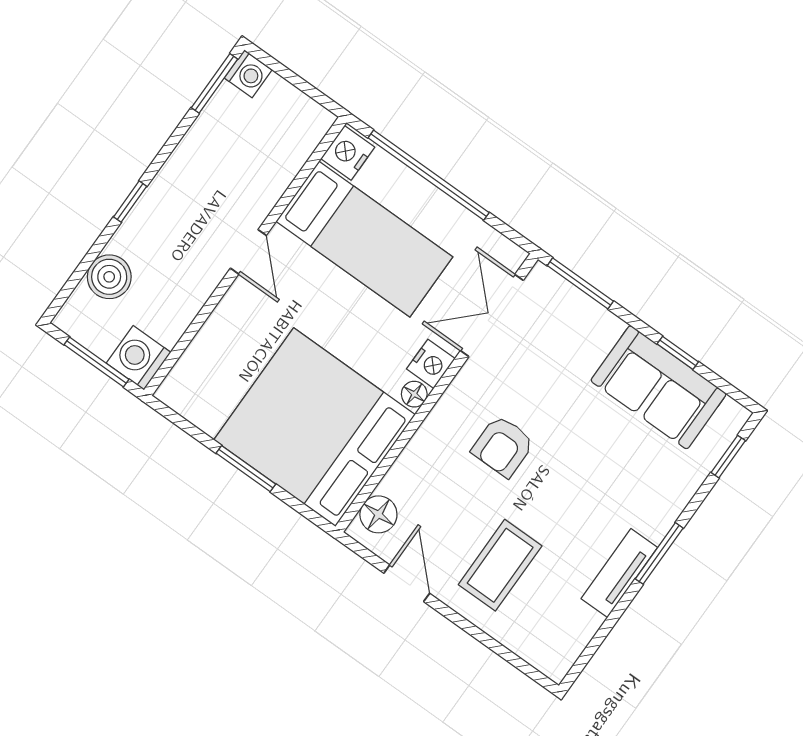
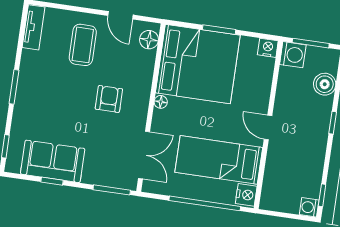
window: (214, 83) -> (322, 195), width x0.67
nightstand: (431, 364) -> (268, 48), moved, turned 90
tv unit: (619, 573) -> (34, 27), moved

